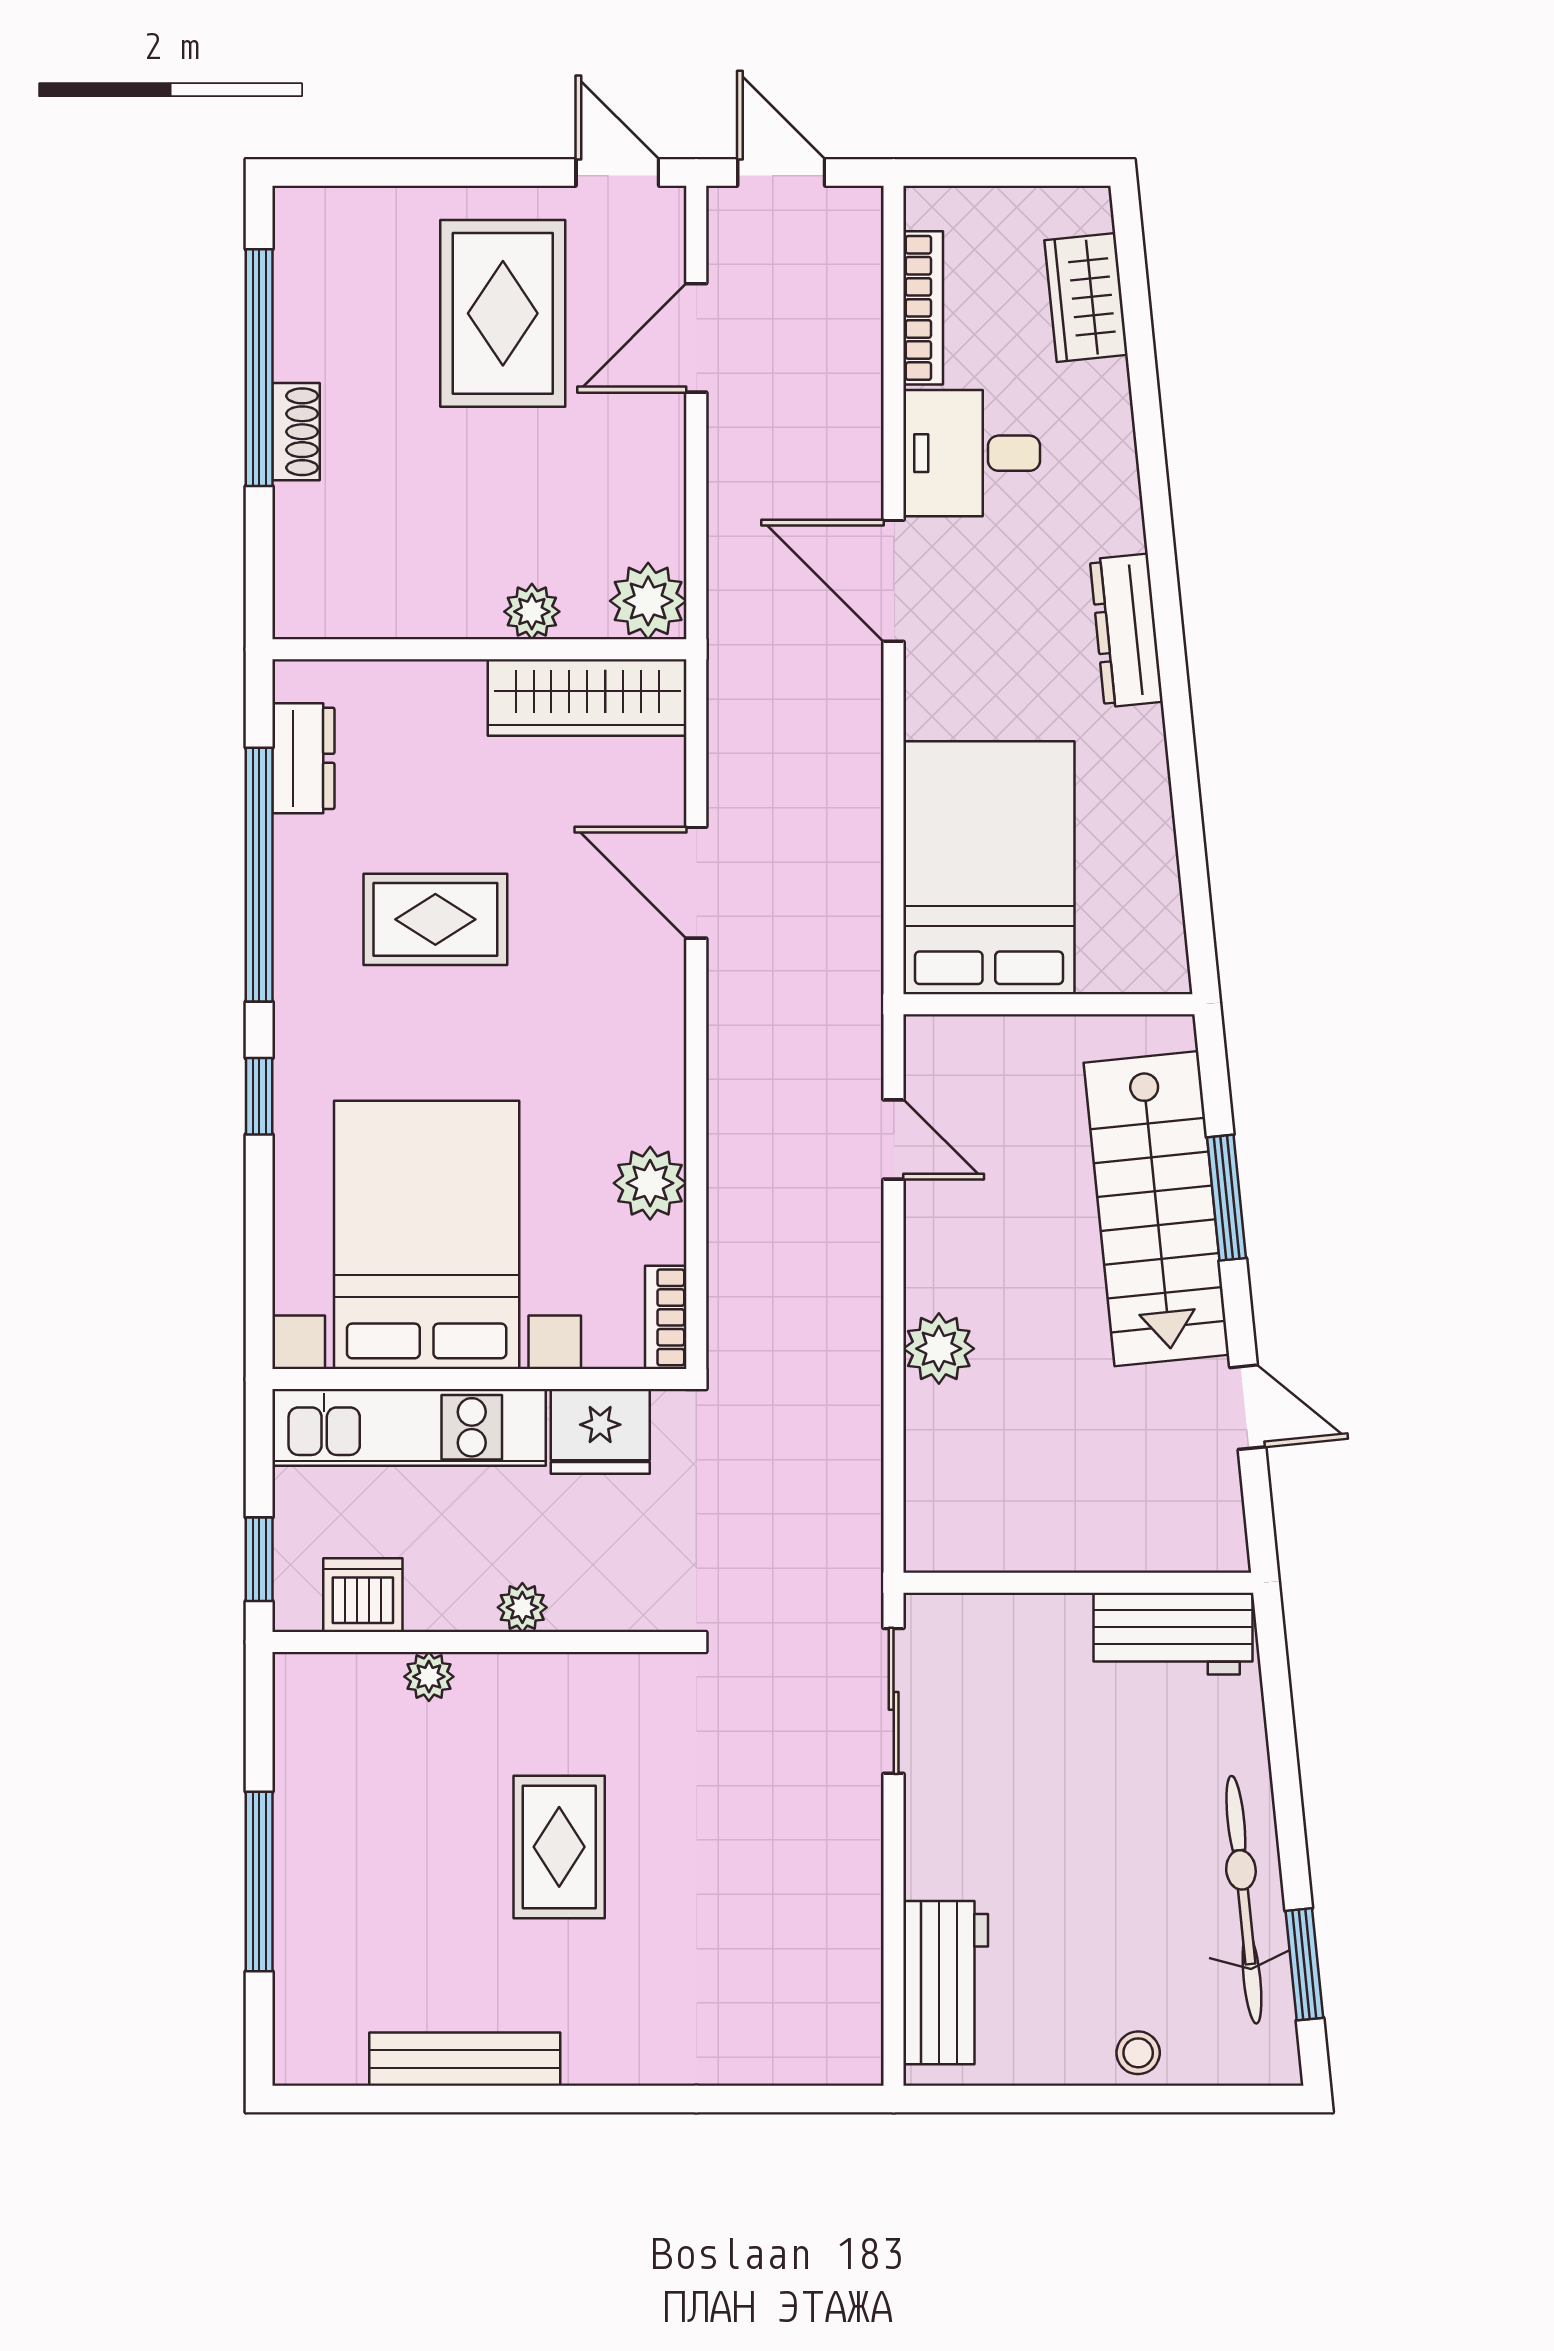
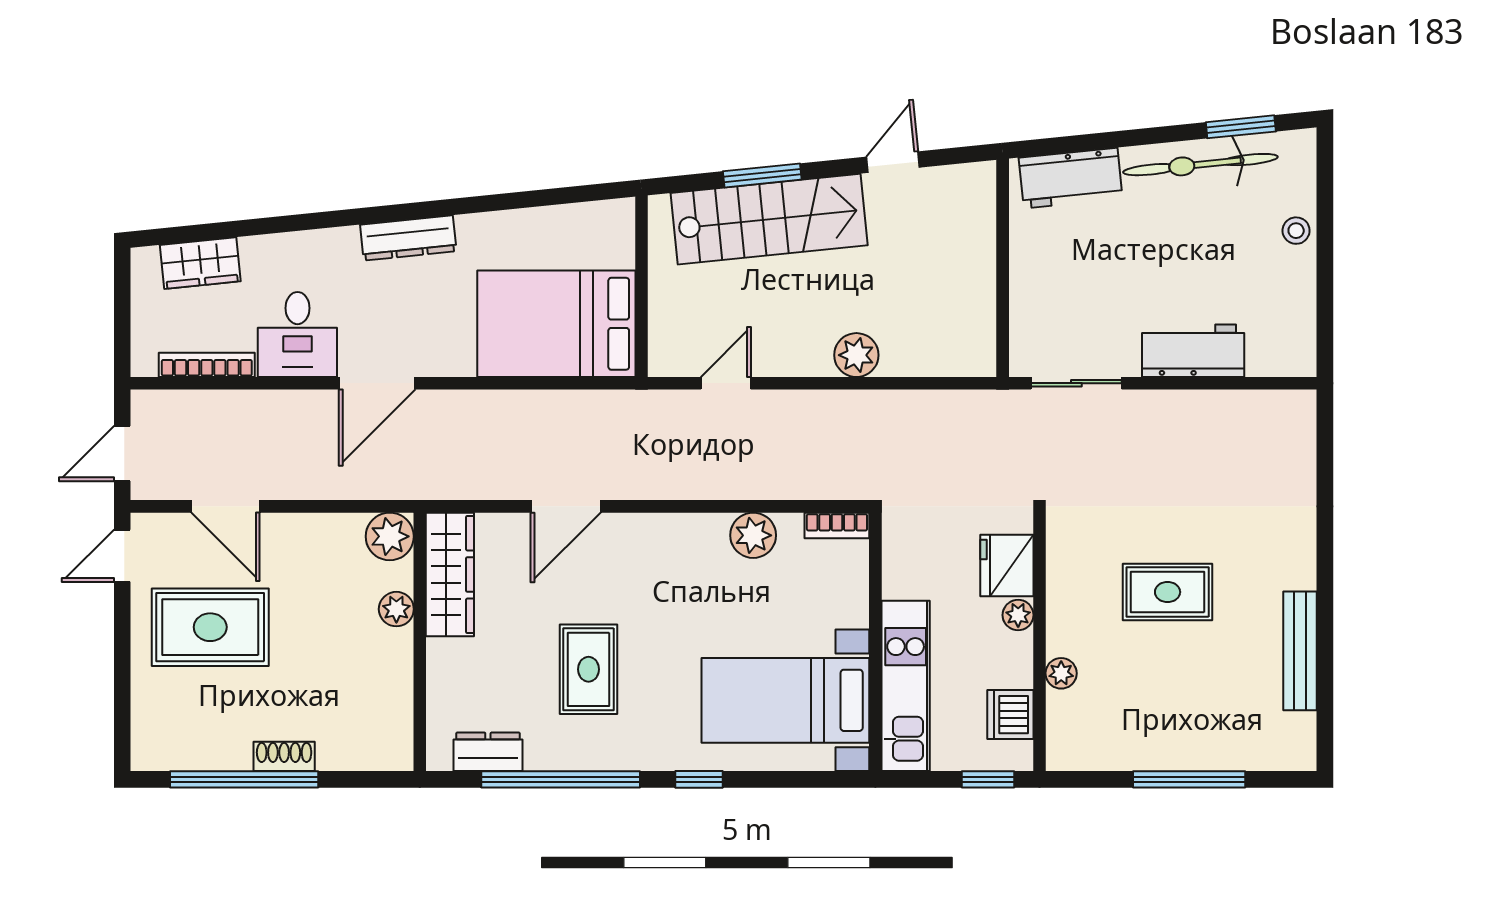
bed with nightstands: (427, 1235) -> (785, 700), width x0.73
fridge: (600, 1431) -> (1007, 566), moved, turned 180
workbench: (1173, 1634) -> (1071, 178), moved, turned 84
workbench: (946, 1983) -> (1193, 351), moved

